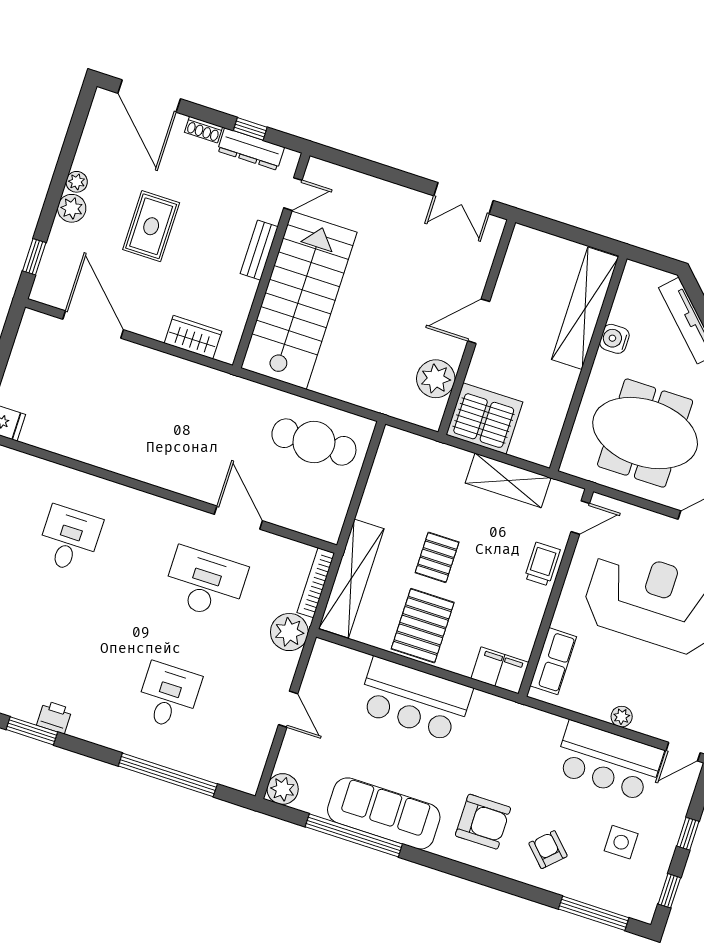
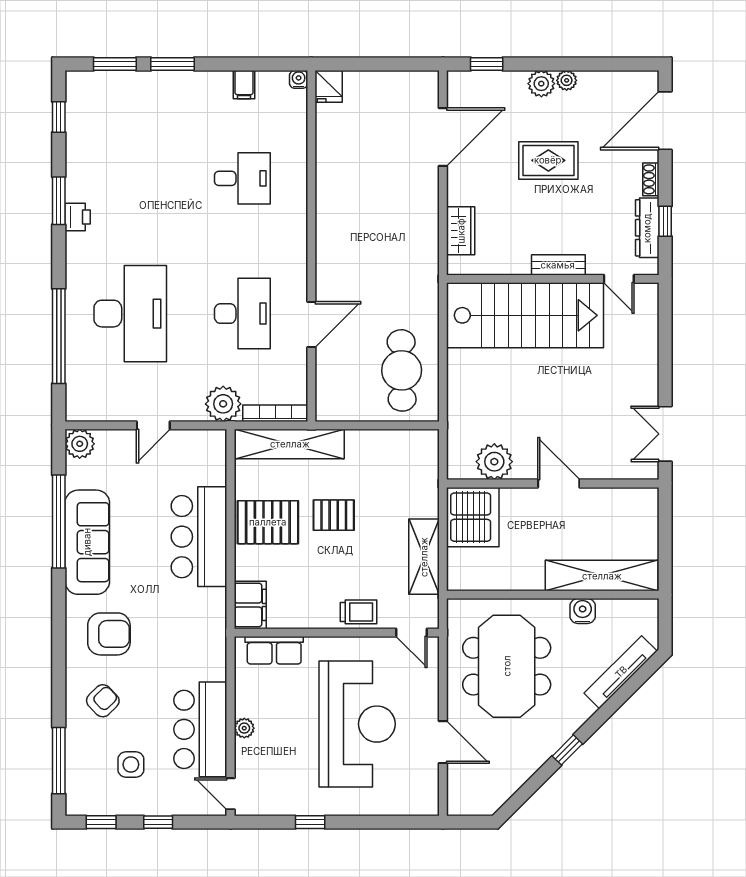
desk: (168, 696) -> (130, 314), width x1.87, depth x1.30
armchair: (483, 822) -> (109, 634), turned -90

